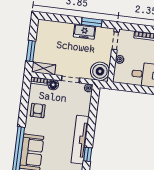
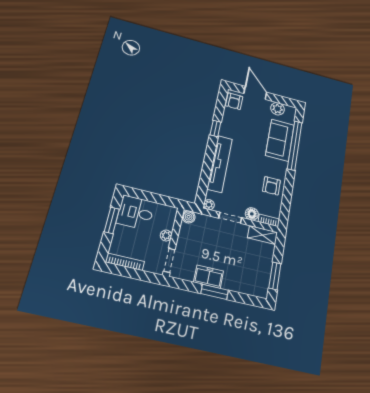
window: (92, 22) -> (215, 292), moved
window: (31, 51) -> (275, 276), moved
boiler: (100, 71) -> (189, 217), width x0.54, depth x0.54
tv unit: (80, 140) -> (220, 164), moved

